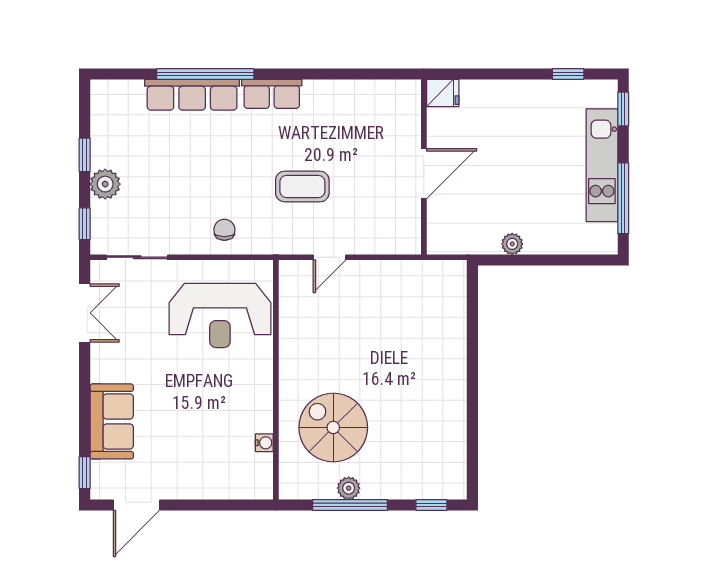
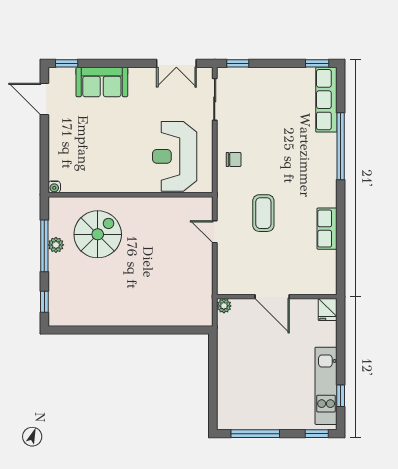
row of seats: (272, 94) -> (327, 229), moved
row of seats: (192, 95) -> (326, 100), moved
window: (85, 155) -> (317, 63), moved
kitchen unit: (602, 165) -> (326, 386), moved, turned -90
plant: (105, 184) -> (265, 77), removed
plant: (512, 244) -> (224, 306), moved
water cooler: (264, 443) -> (54, 187), moved

